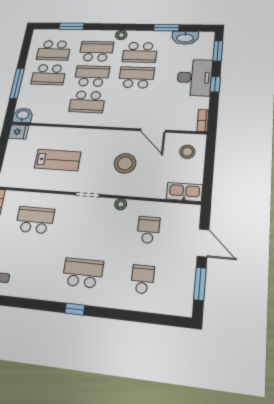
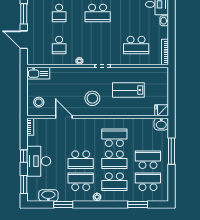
stool: (125, 163) -> (92, 98), moved

